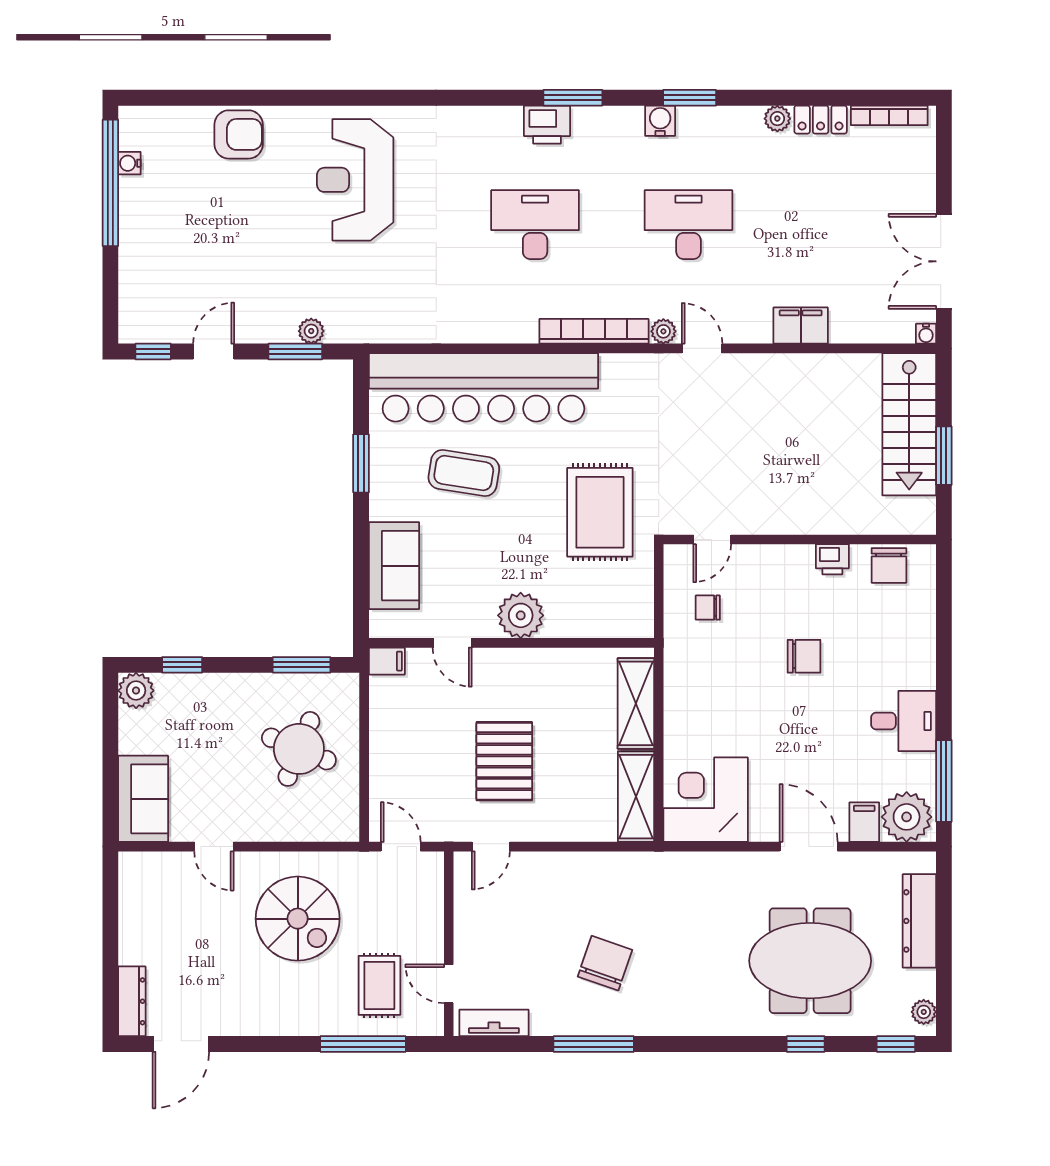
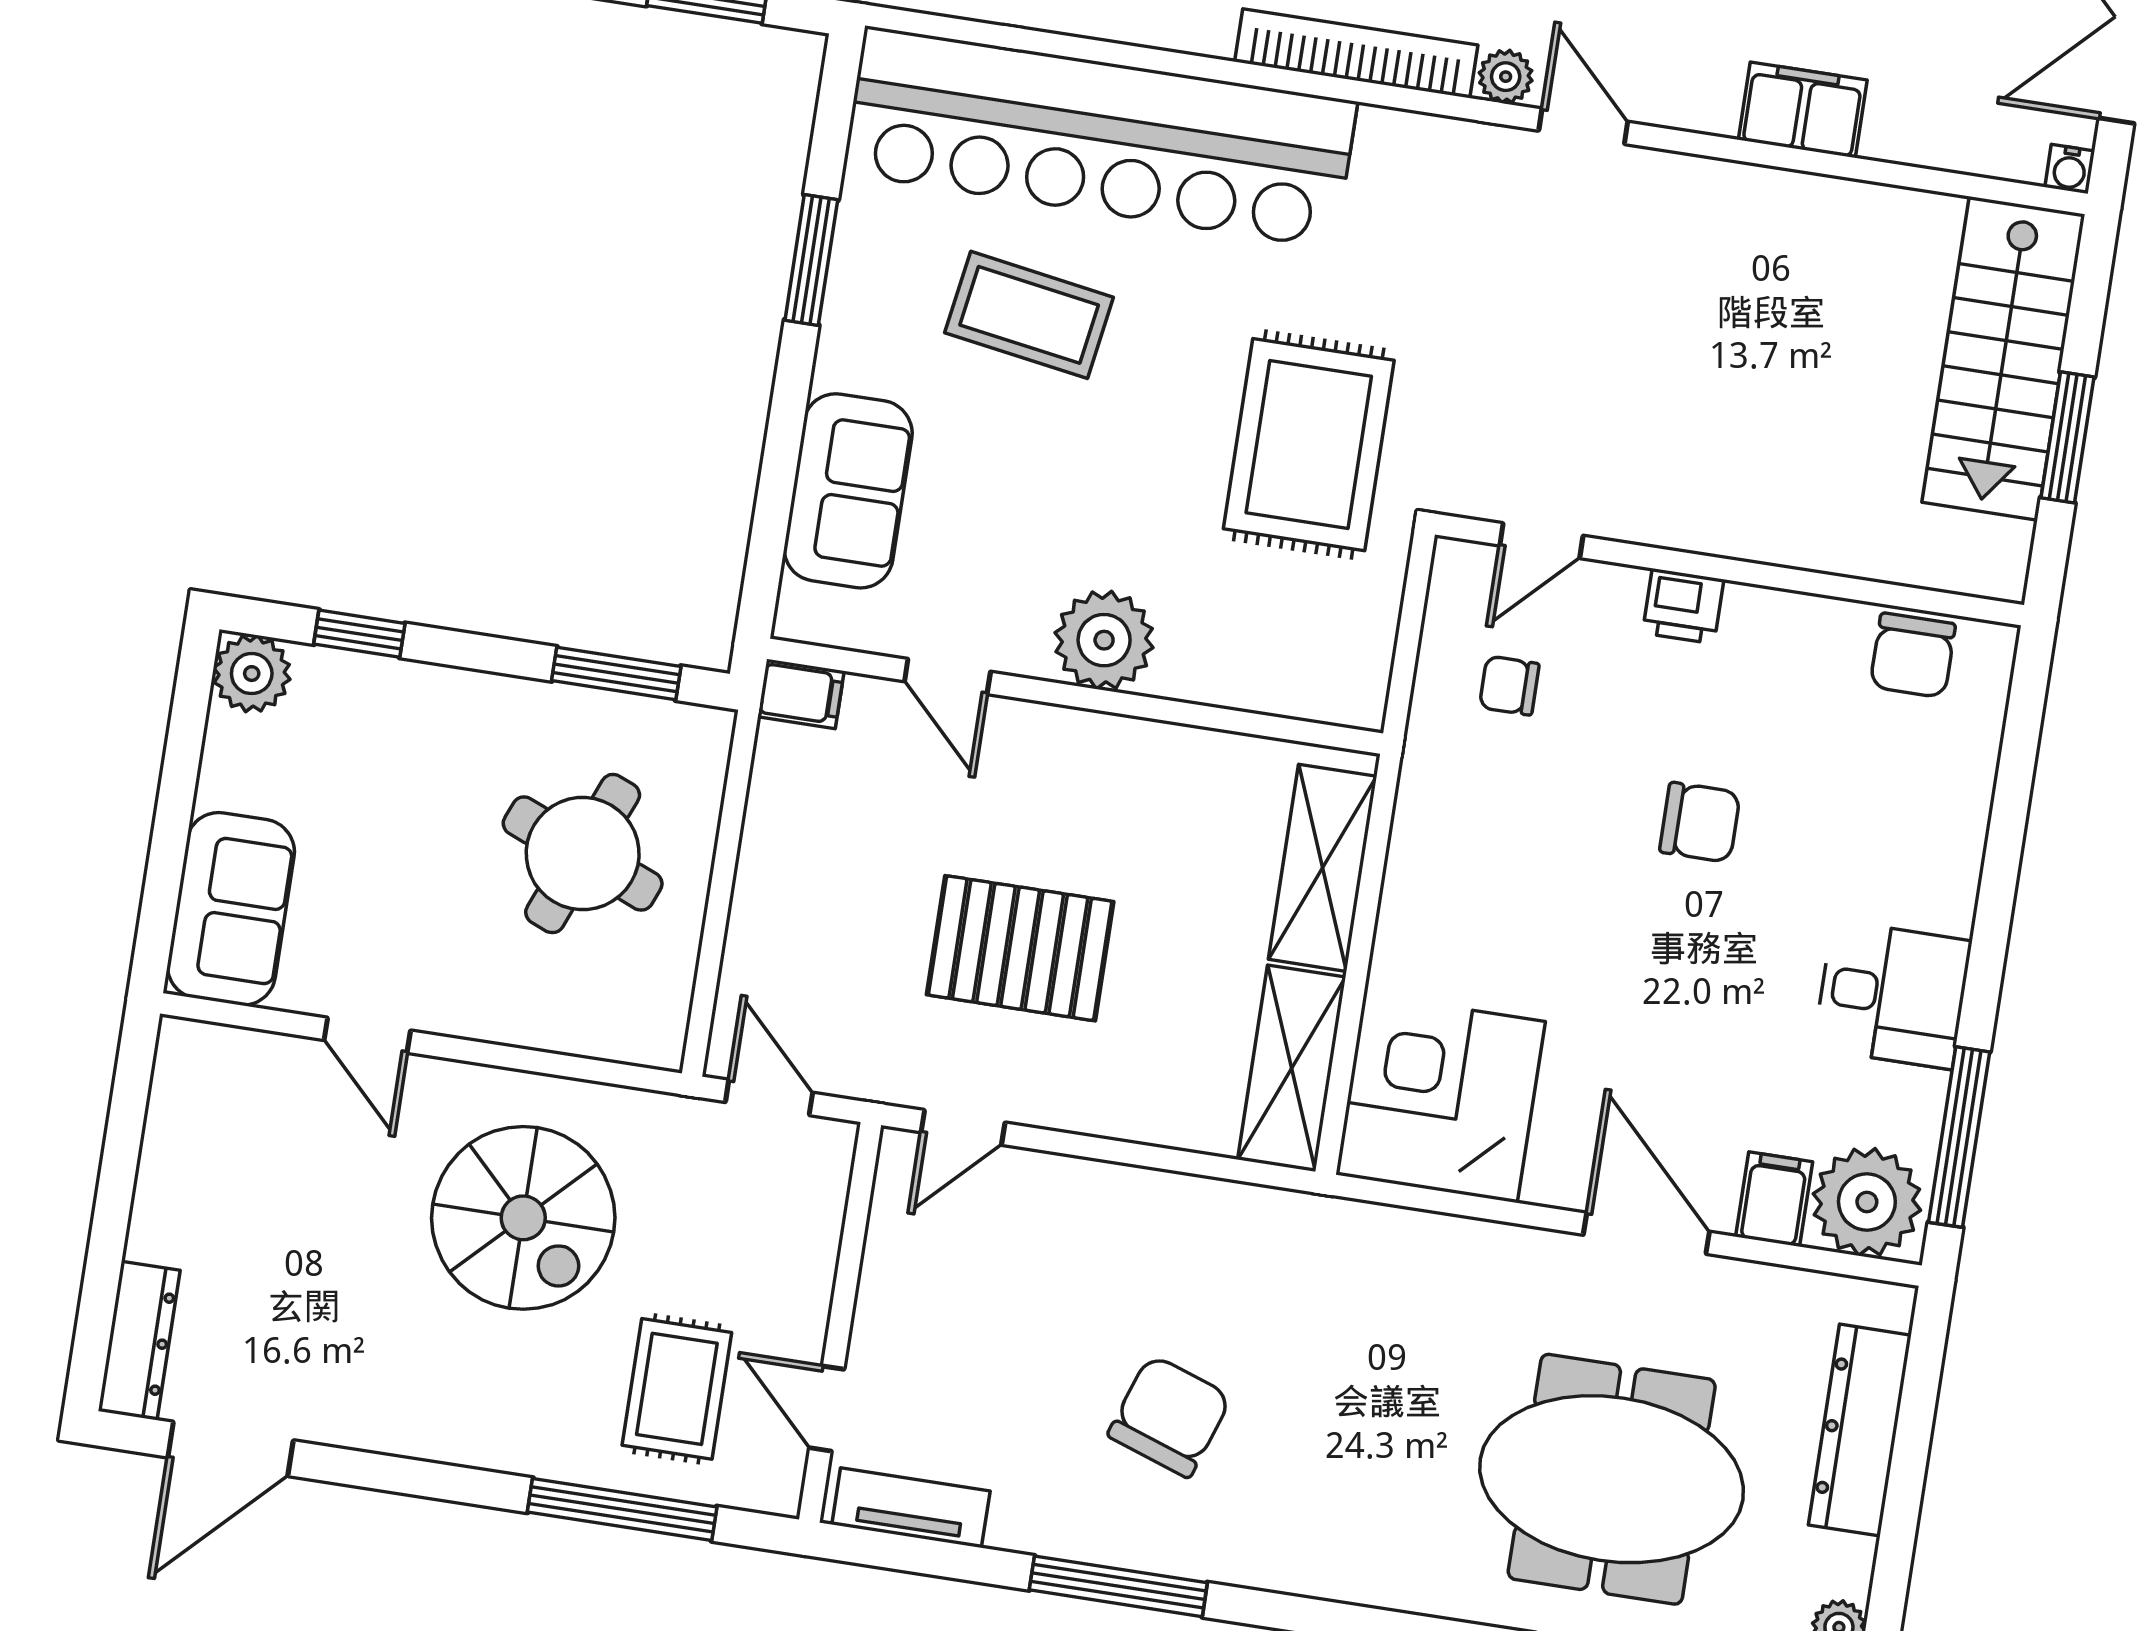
printer: (832, 559) -> (1683, 606), moved
pallet: (504, 761) -> (1020, 948), turned 90

